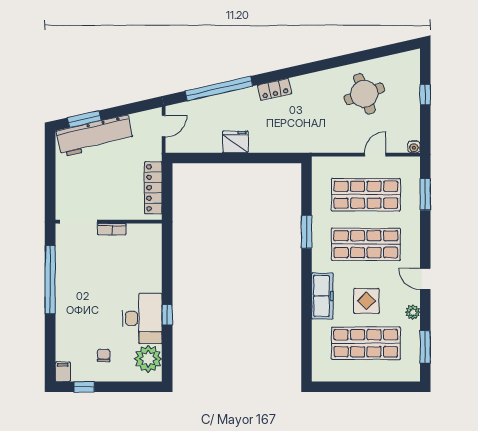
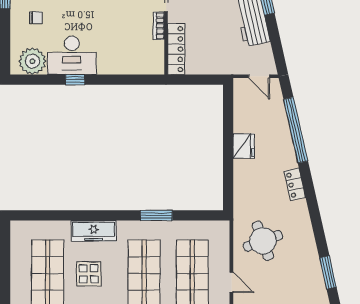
window: (365, 56) -> (328, 272), added
round table: (364, 94) -> (263, 241), moved
locker: (153, 188) -> (176, 49), moved, turned 90

